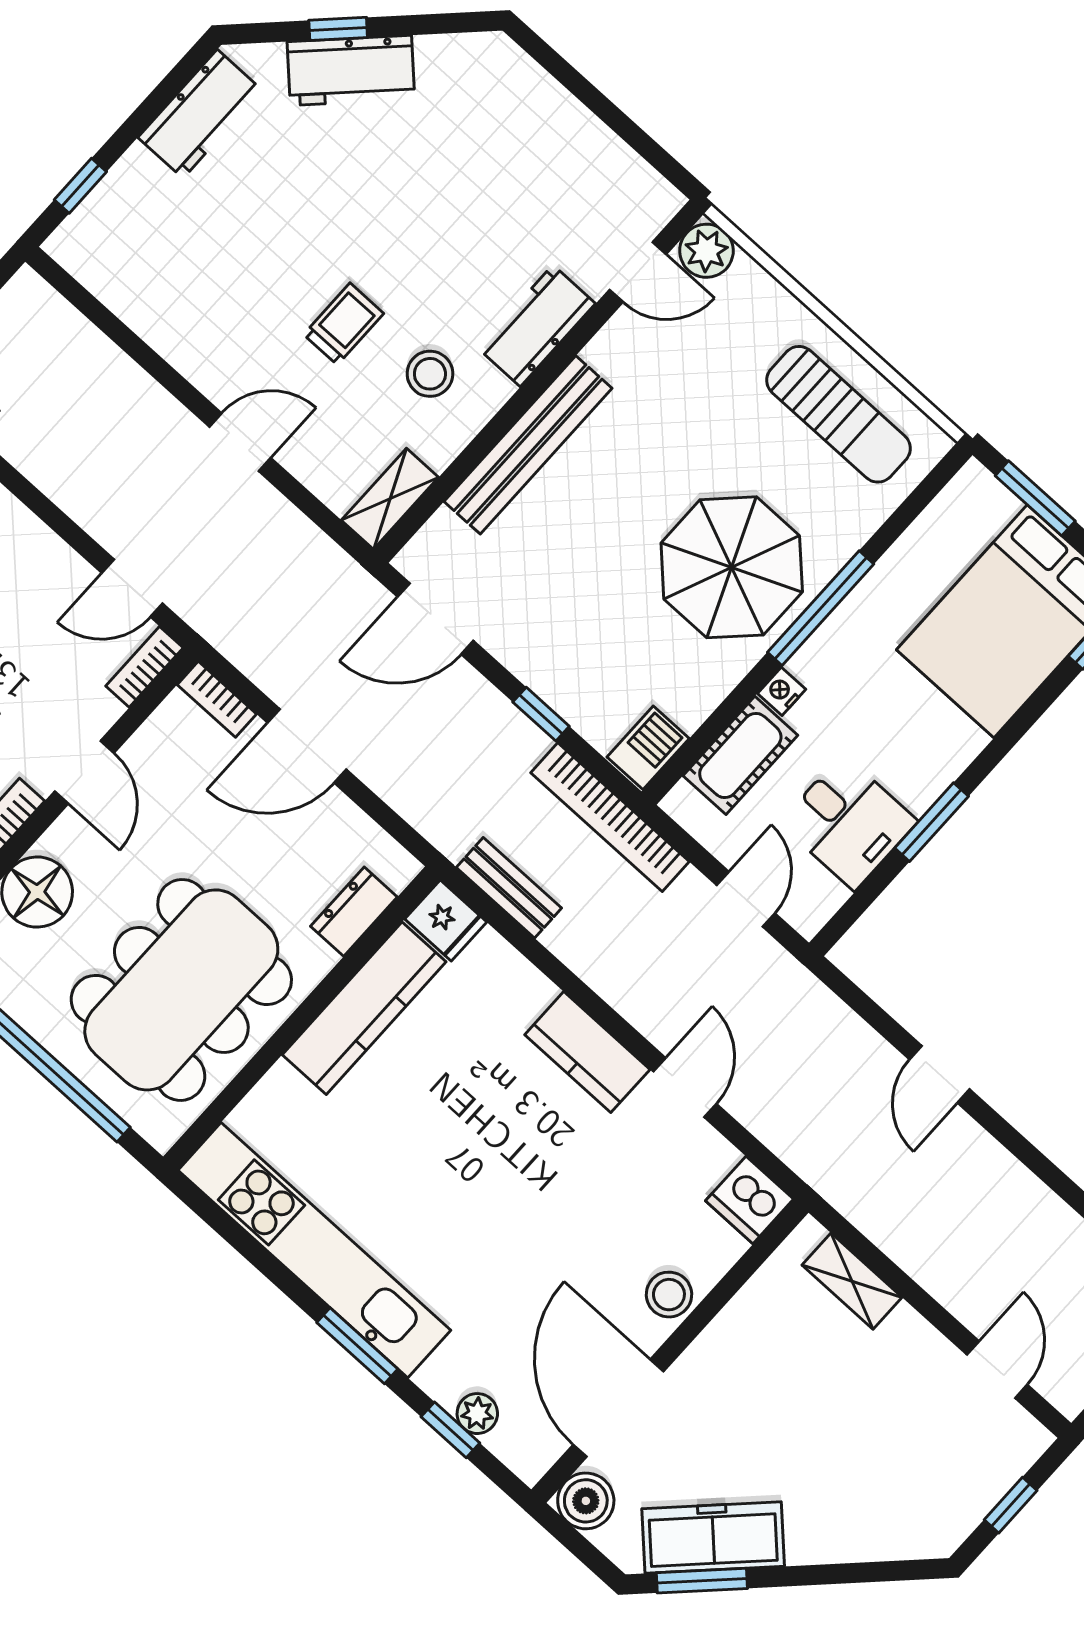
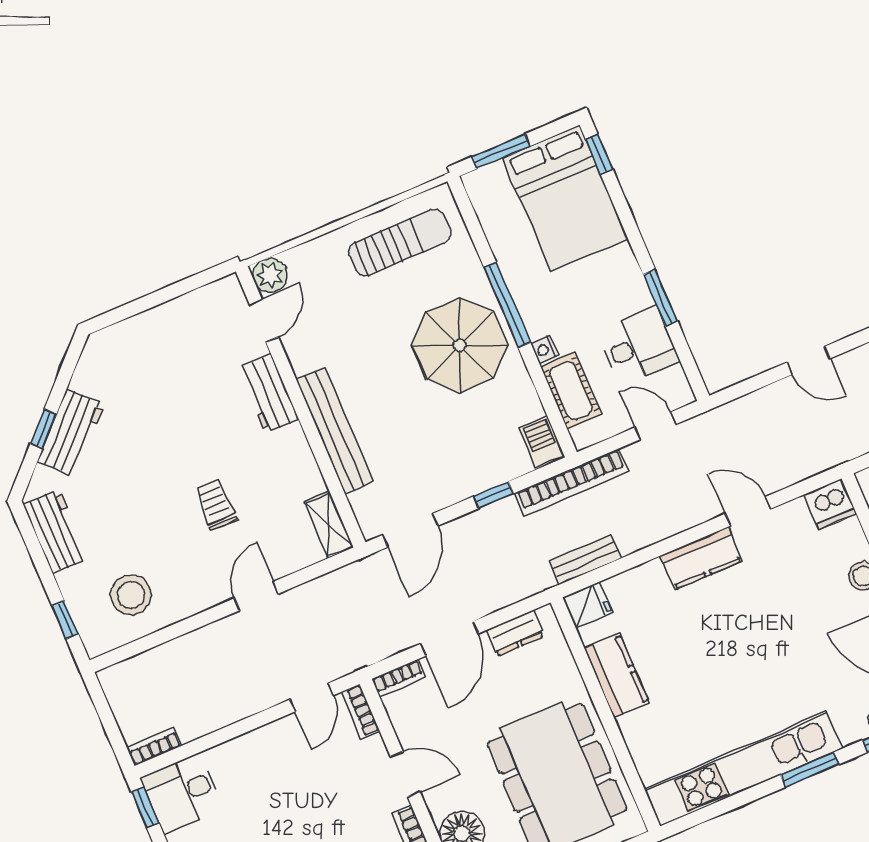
stool: (430, 374) -> (131, 595), moved, width x1.38, depth x1.38
dresser: (354, 912) -> (515, 633), moved, turned -90
kitchen counter: (364, 1008) -> (616, 676), width x0.67

